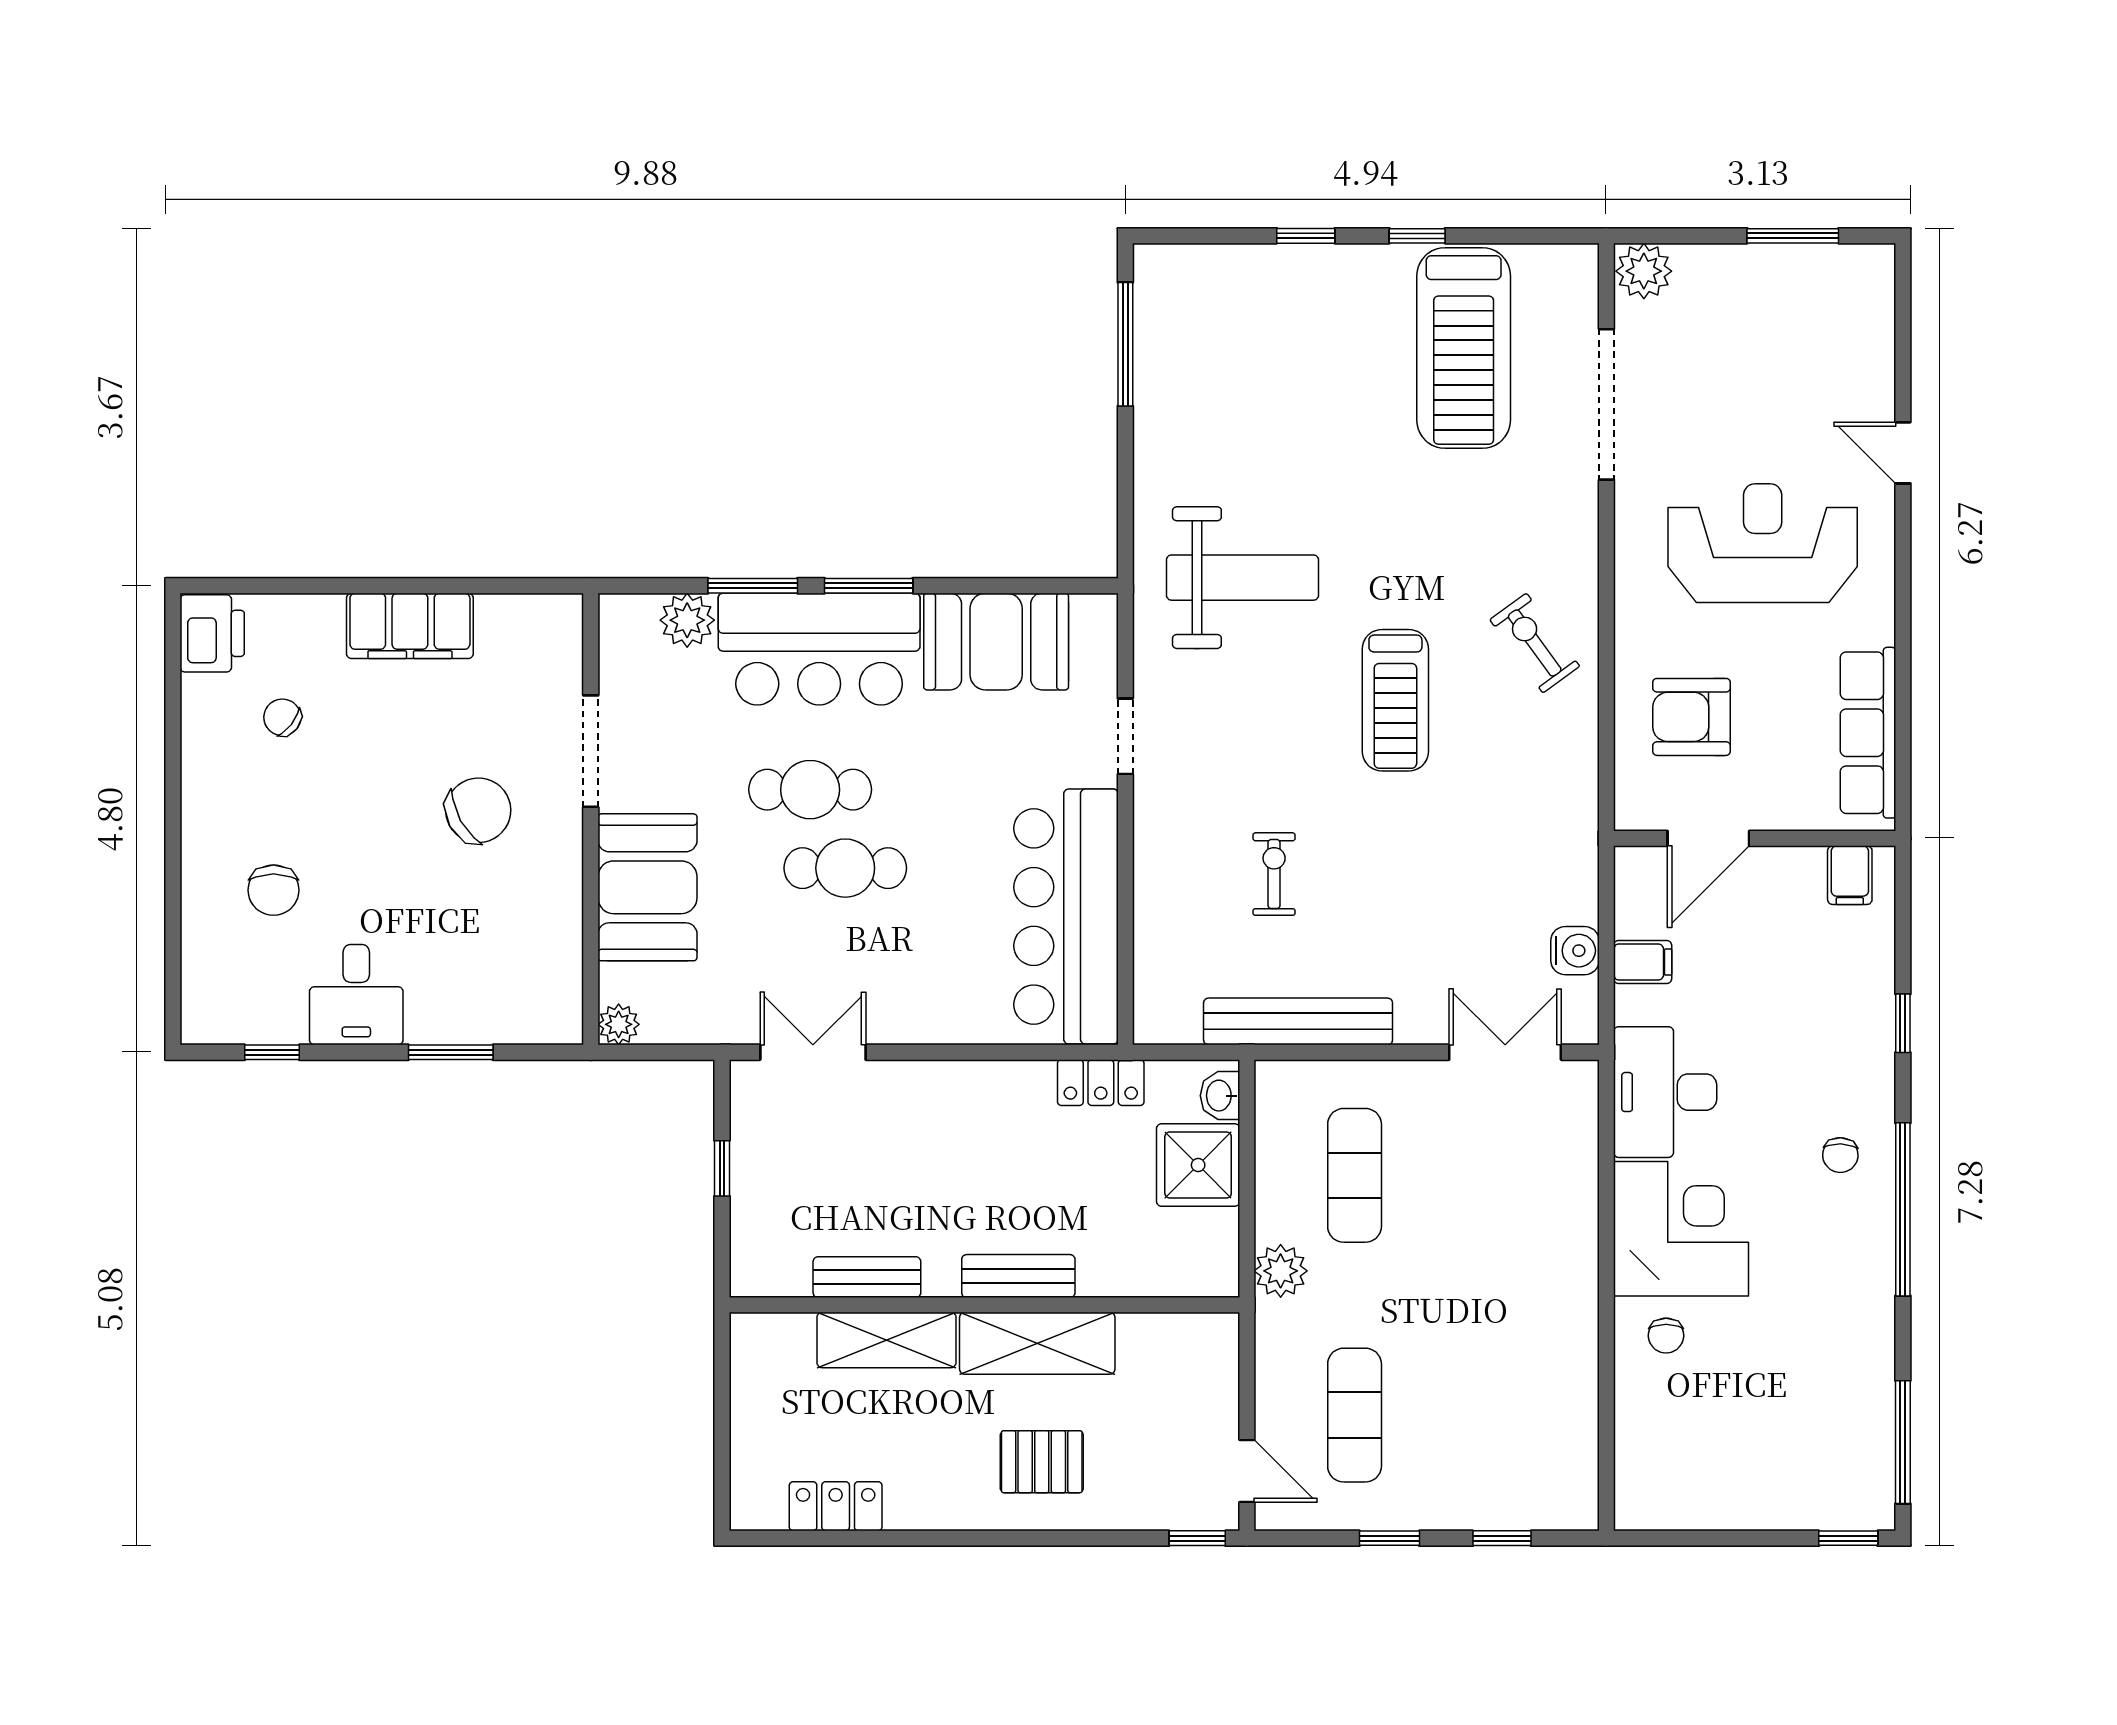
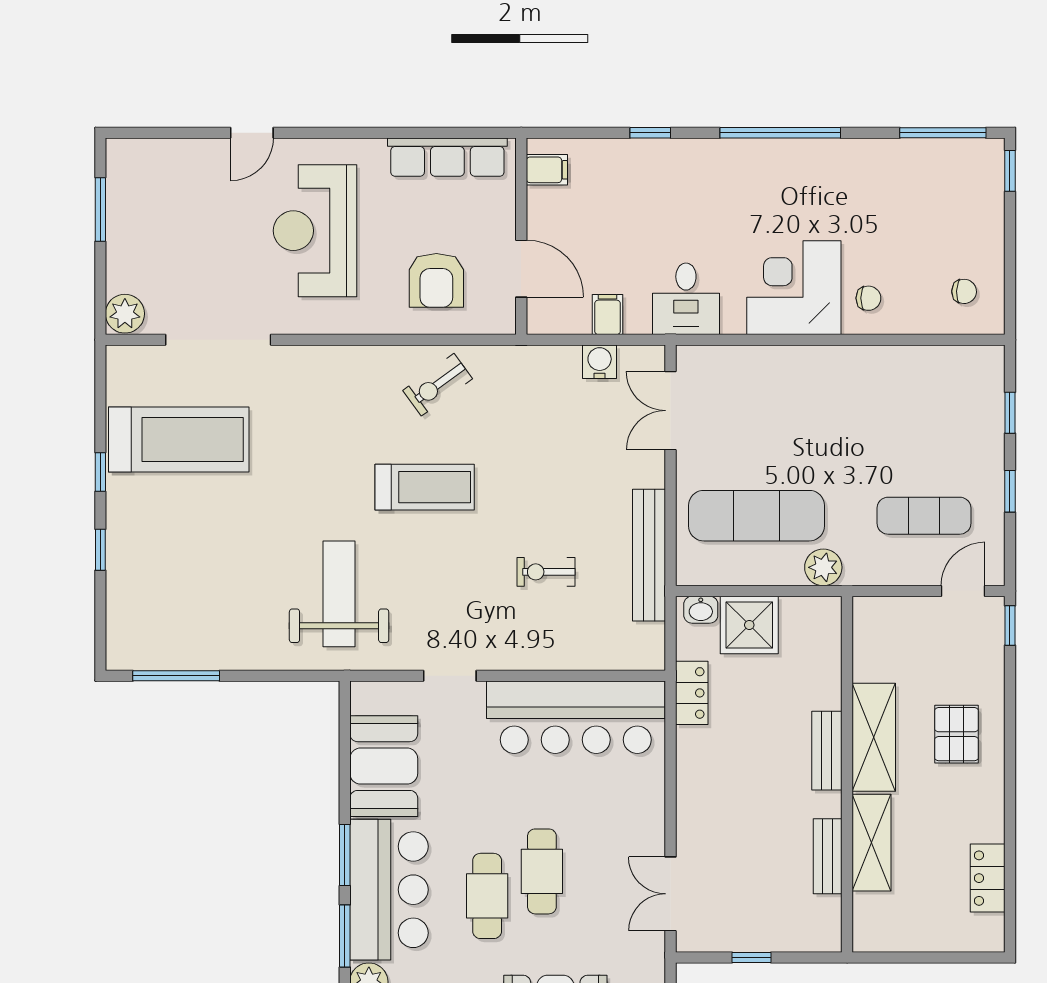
exercise bike: (1535, 643) -> (438, 385), moved
desk: (1665, 1092) -> (686, 299), width x0.73
chair: (1840, 1155) -> (964, 291), moved
exercise mat: (1355, 1175) -> (757, 516), width x1.36, depth x1.45

